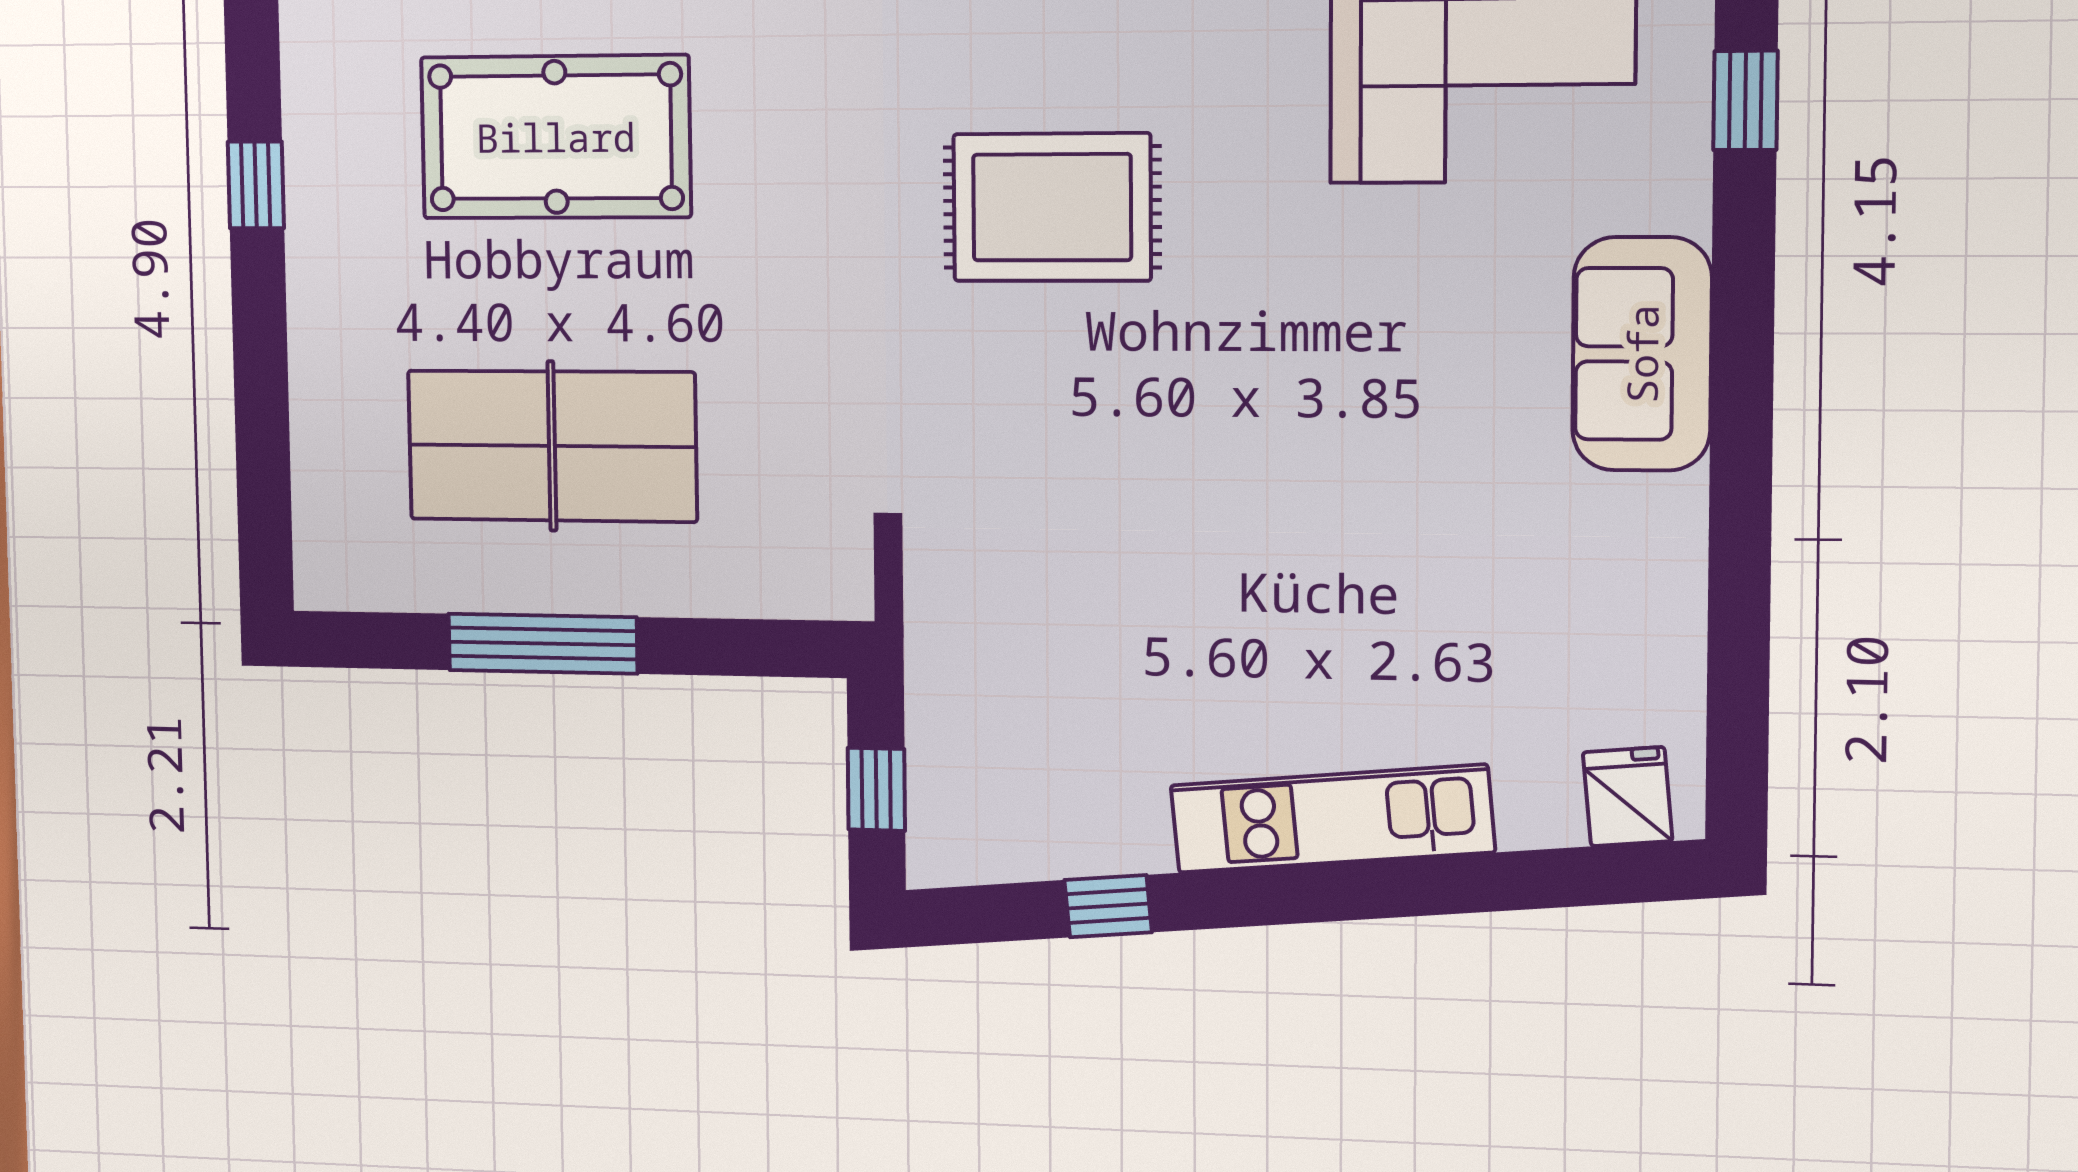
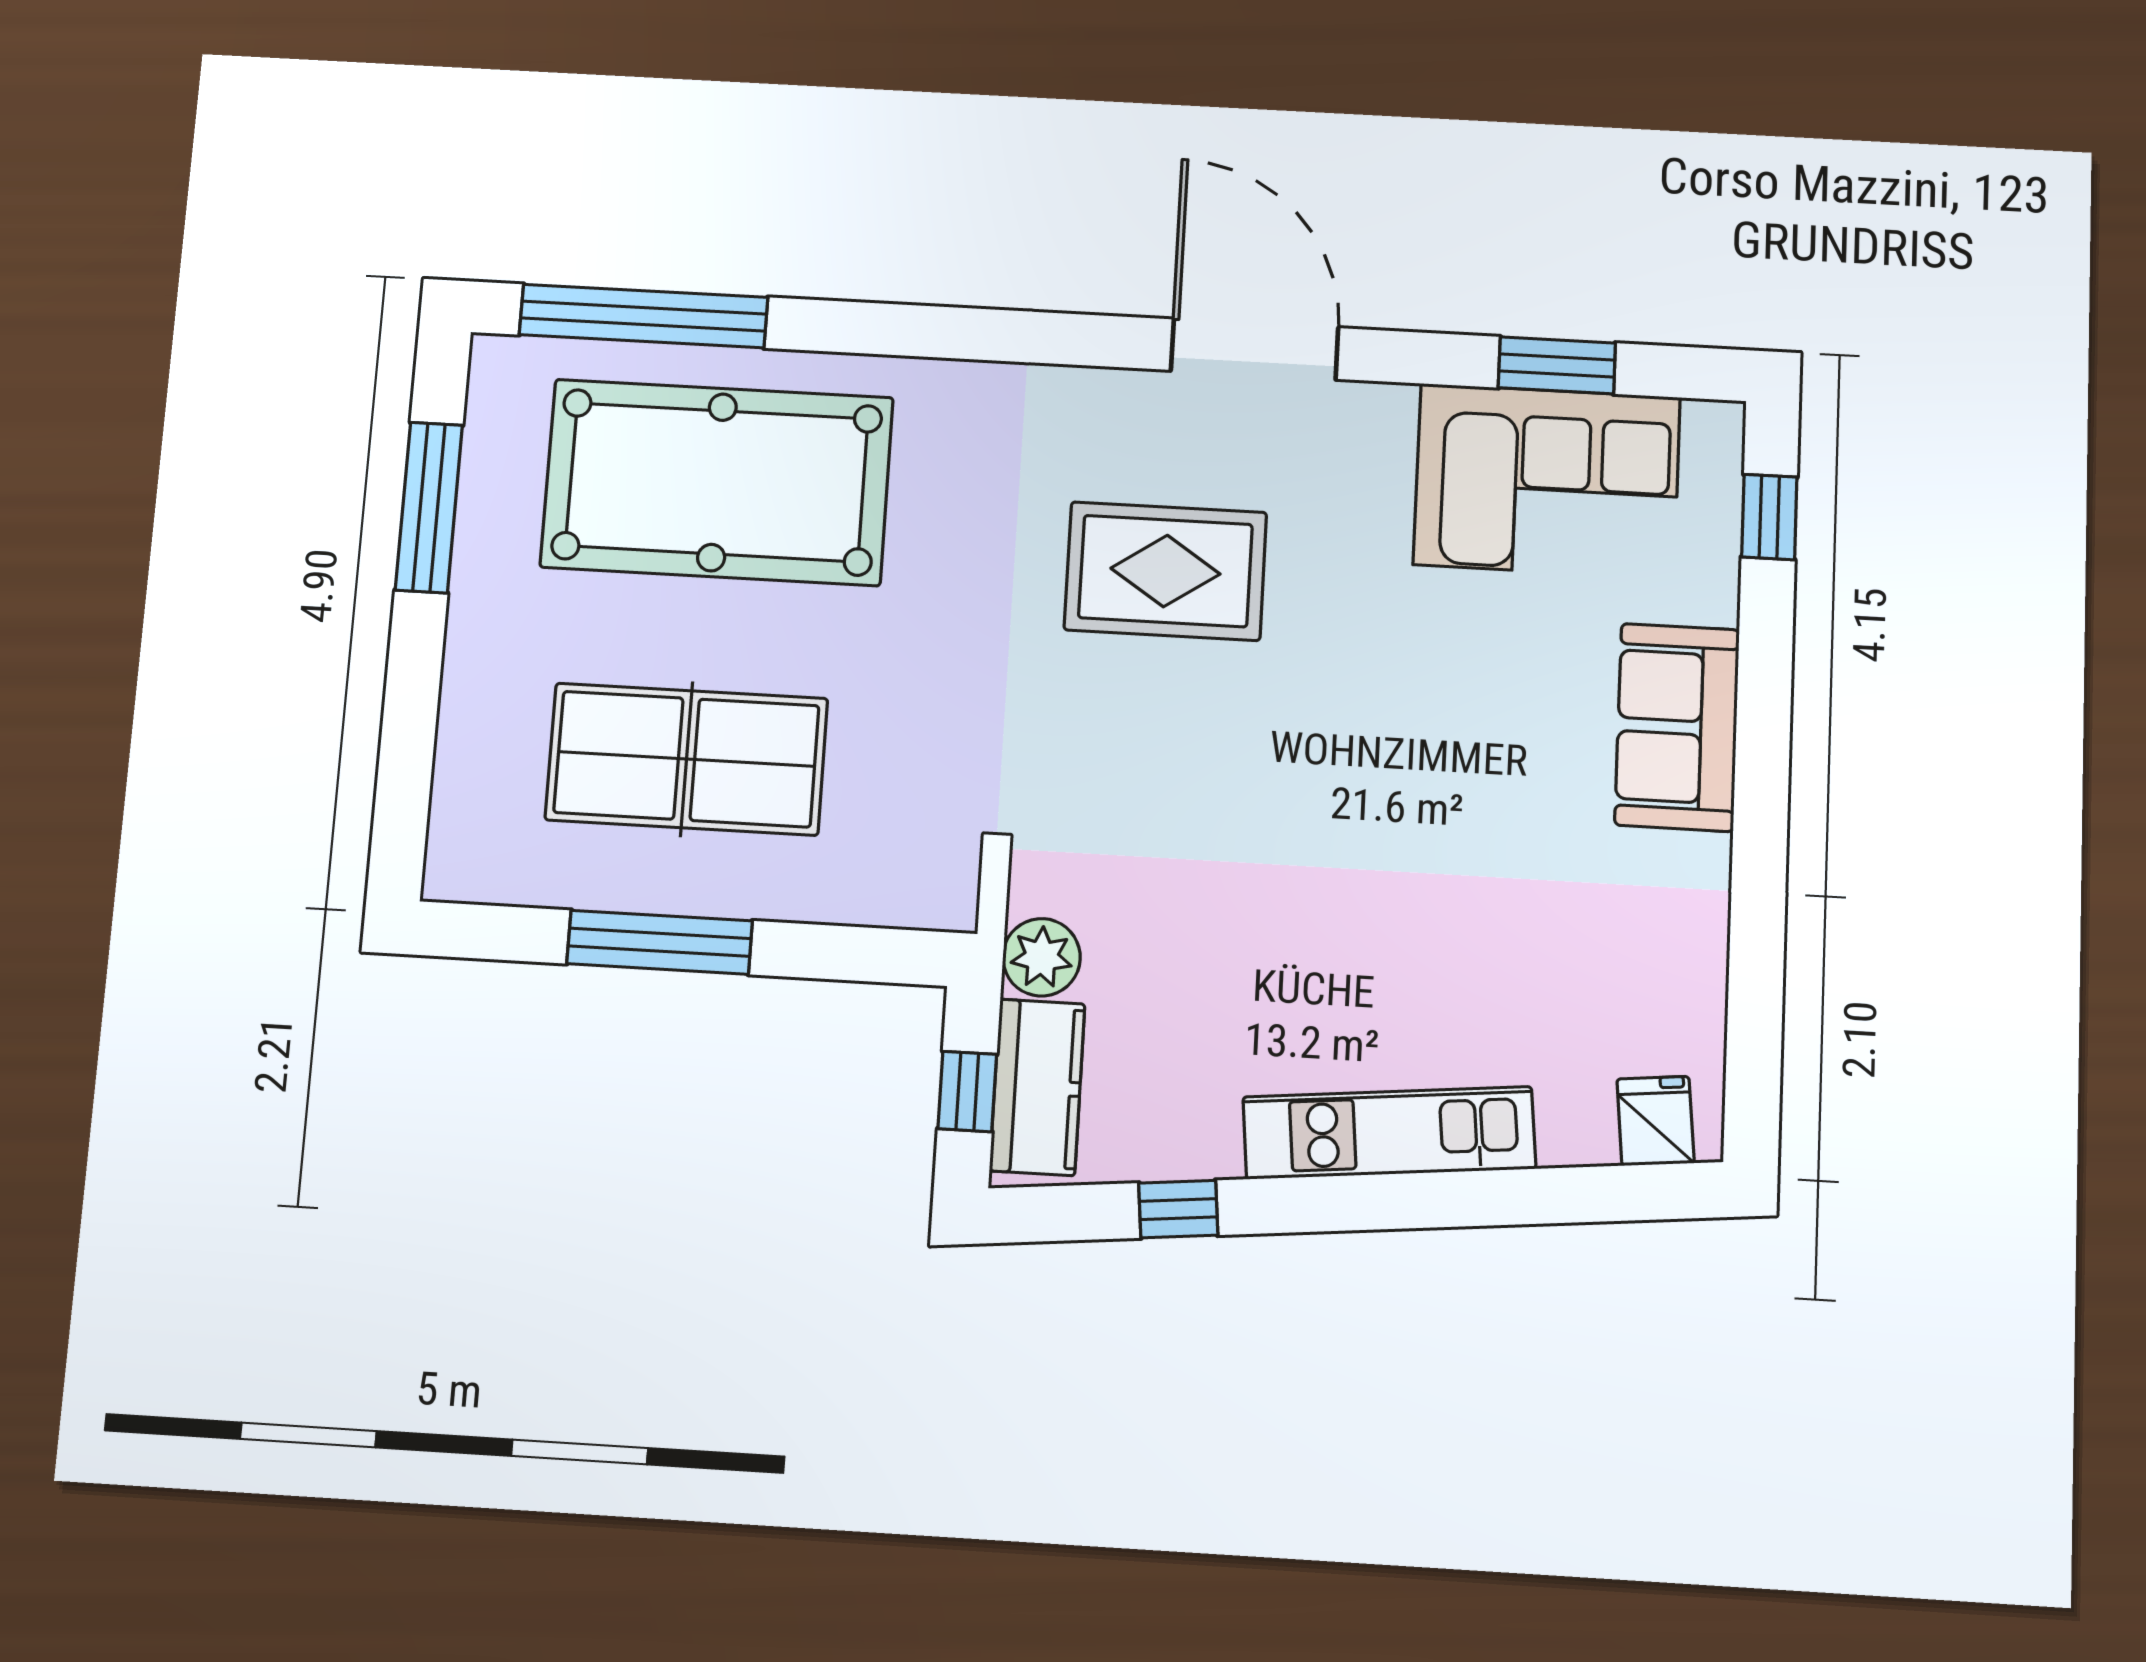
pool table: (556, 137) -> (717, 482), width x1.36, depth x1.32
window: (256, 185) -> (429, 507), width x2.17
plant: (945, 643) -> (1042, 957), added
kitchen counter: (950, 782) -> (1037, 1087), added

